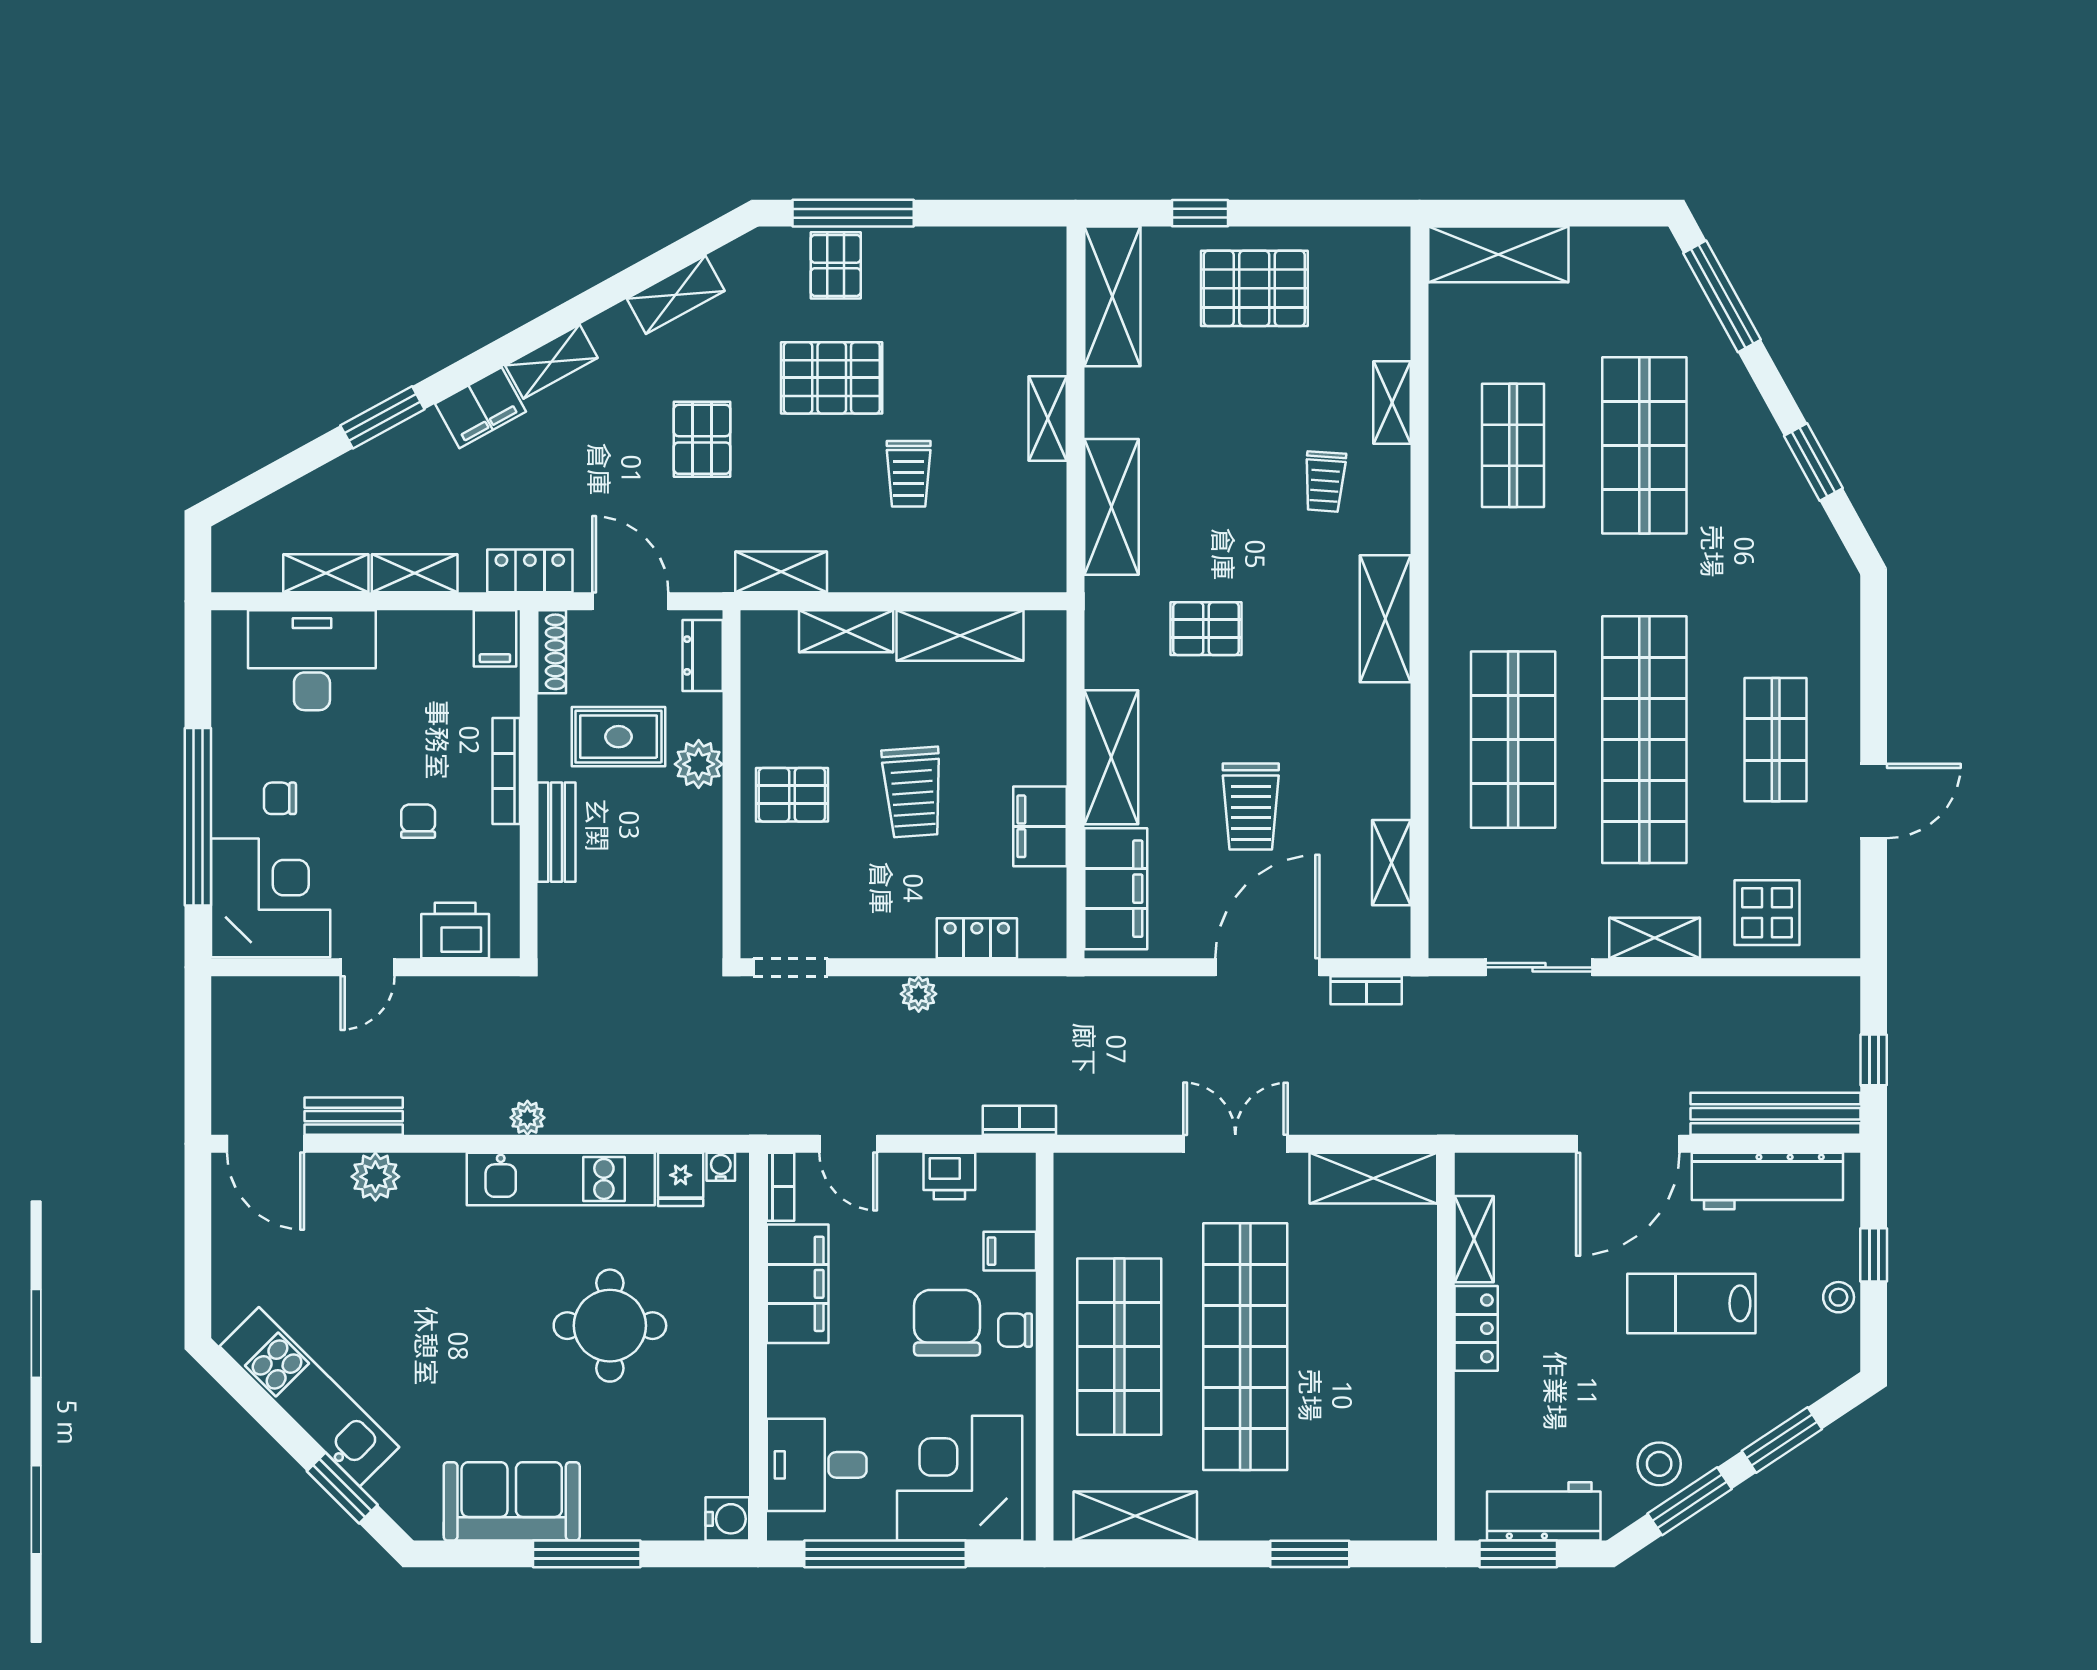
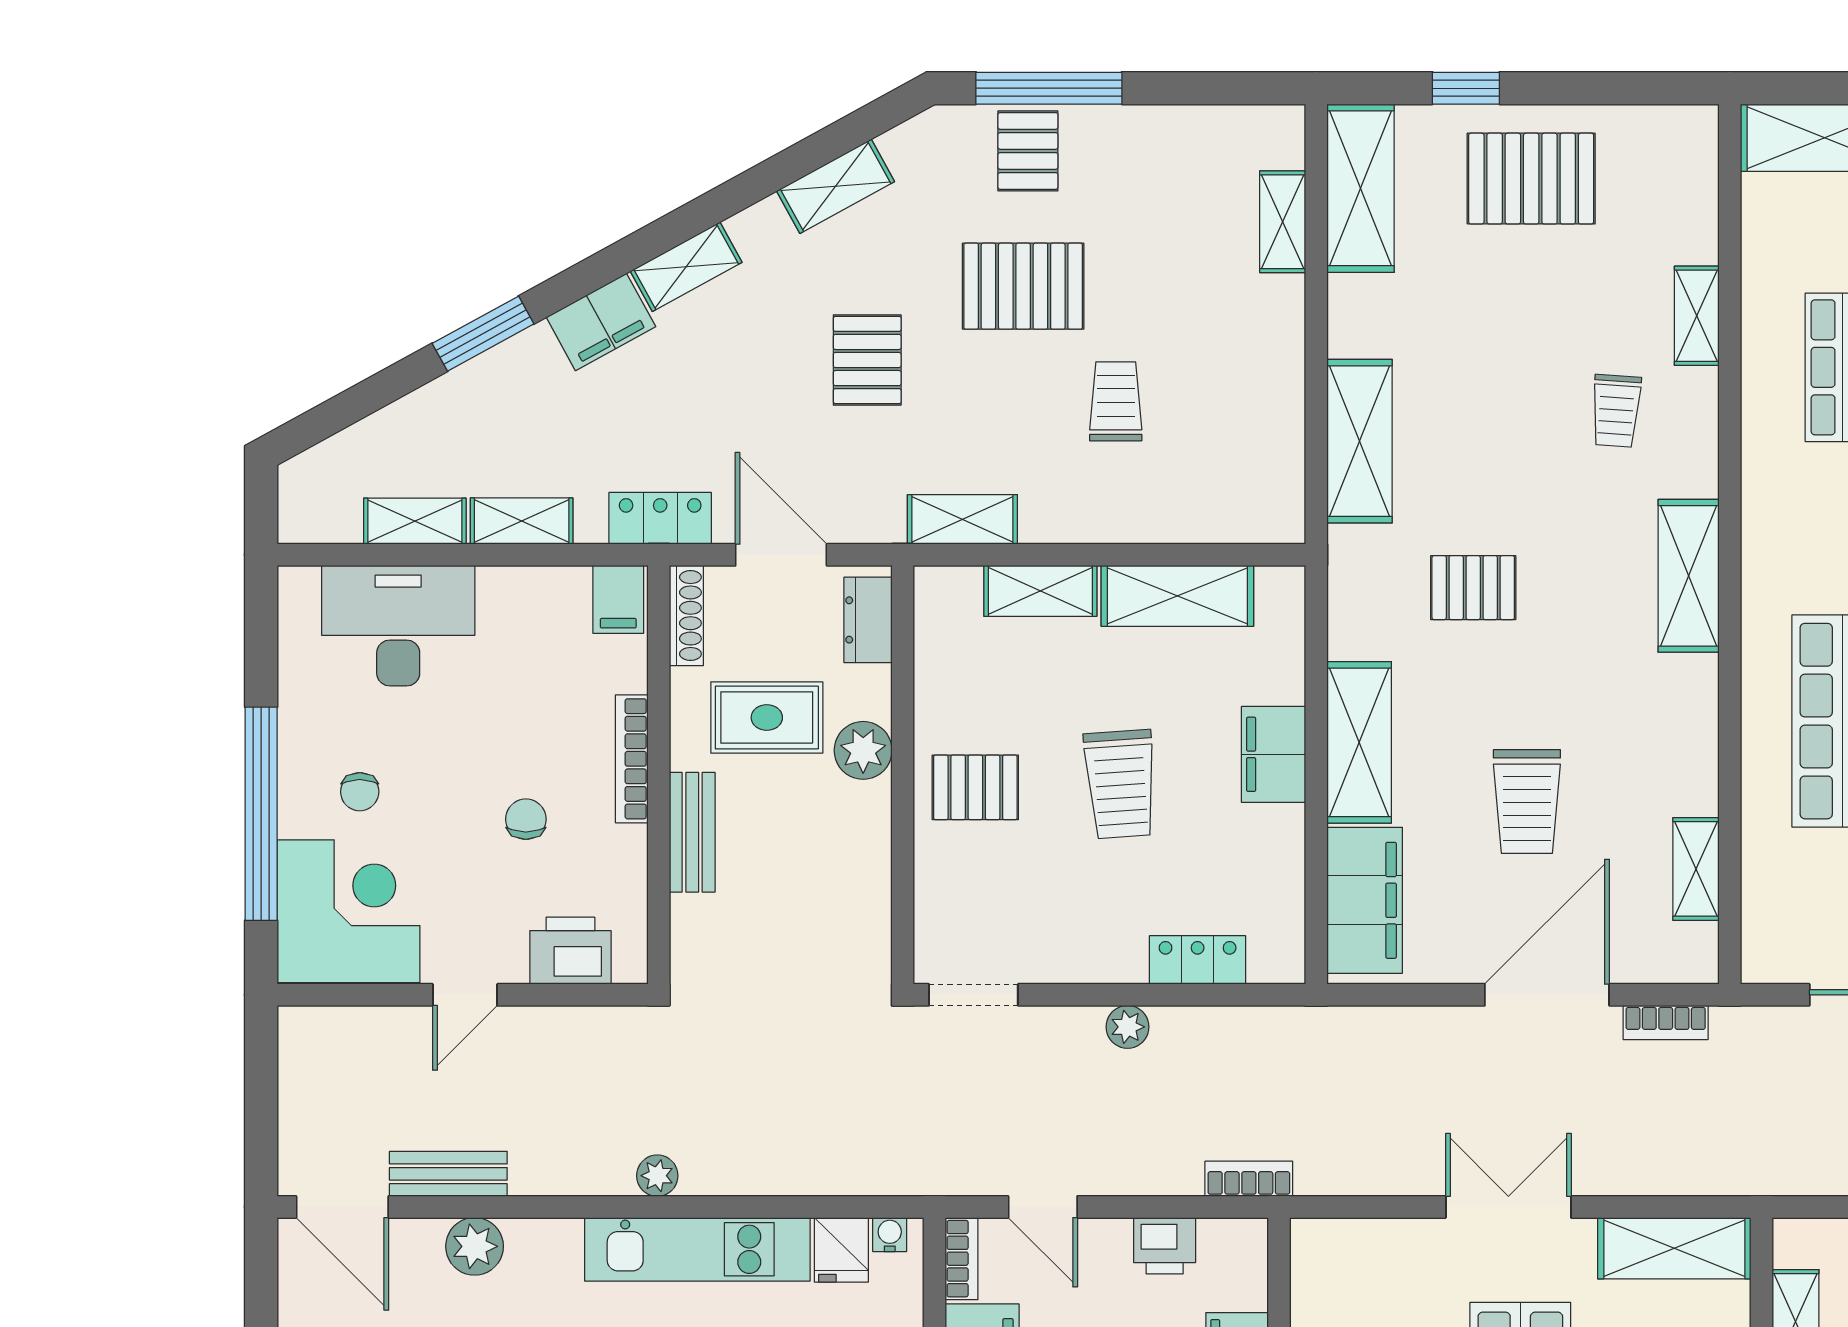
shelving: (1048, 418) -> (1283, 222), moved
trolley: (909, 474) -> (1116, 401), turned 180
chair: (280, 798) -> (360, 792), turned -90
filing cabinet: (1040, 826) -> (1274, 754), moved

